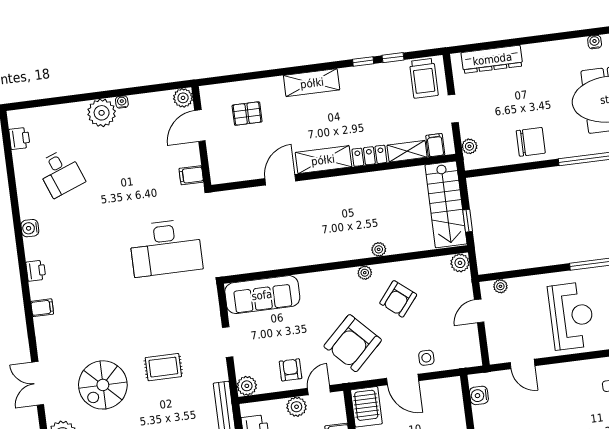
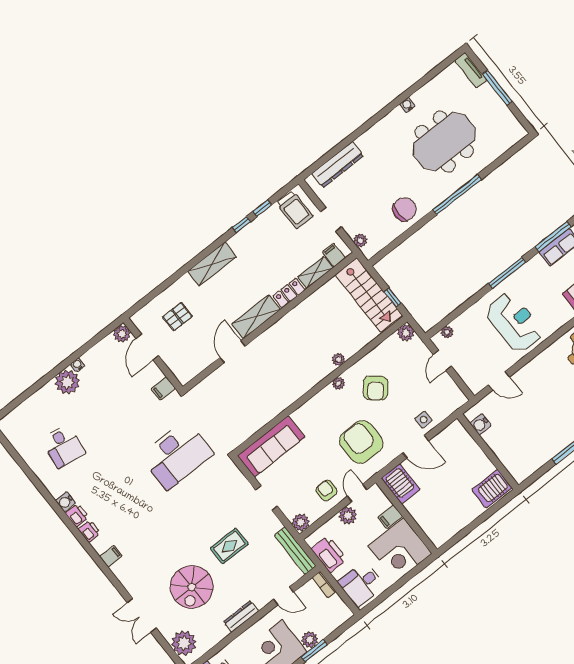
printer: (19, 138) -> (77, 515), moved
desk: (61, 173) -> (64, 446), turned 30
armchair: (353, 343) -> (361, 442), turned 134

